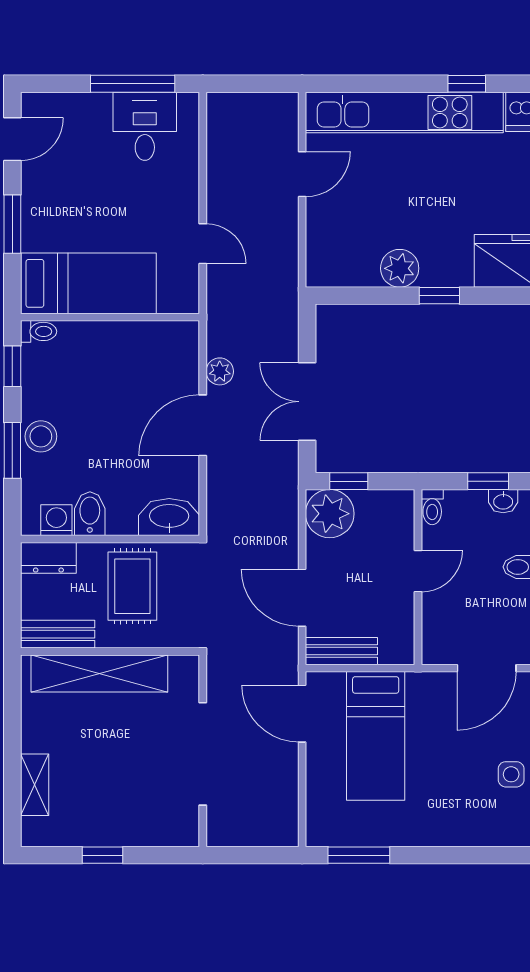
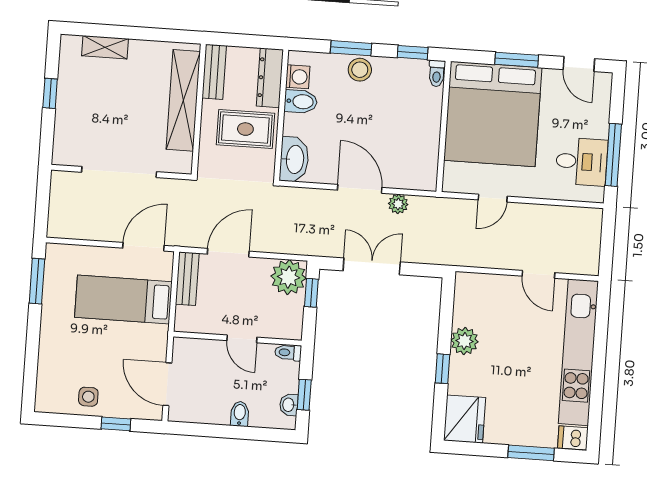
window: (467, 84) -> (596, 399), removed
bed: (88, 283) -> (493, 114), width x2.04
dresser: (48, 558) -> (270, 78), width x1.44

